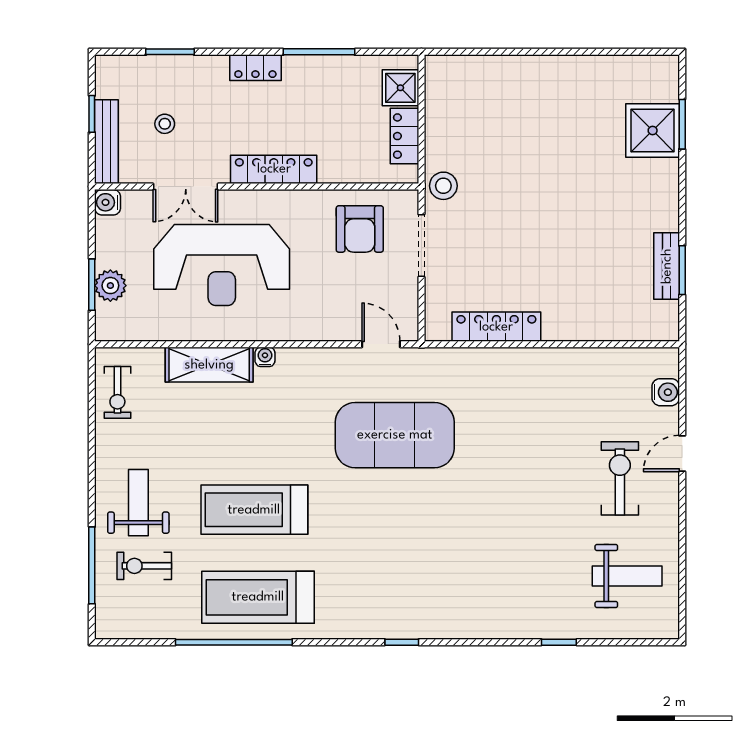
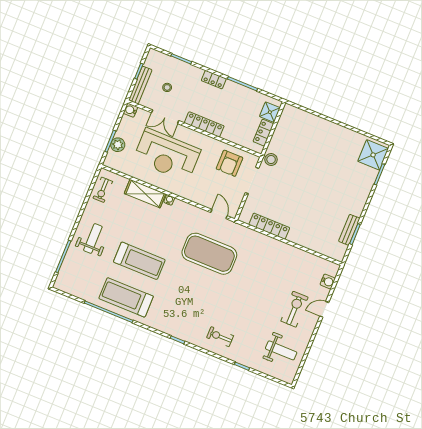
shower: (653, 130) -> (373, 155), moved
treadmill: (254, 510) -> (139, 261), turned 180
exercise bike: (144, 566) -> (220, 337), moved

